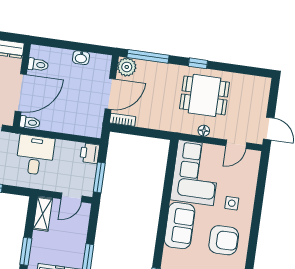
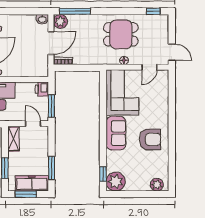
washbasin: (81, 58) -> (42, 19), moved
window: (198, 63) -> (153, 11), moved
door: (72, 197) -> (33, 124), swing flipped
side table: (232, 203) -> (152, 111), removed

